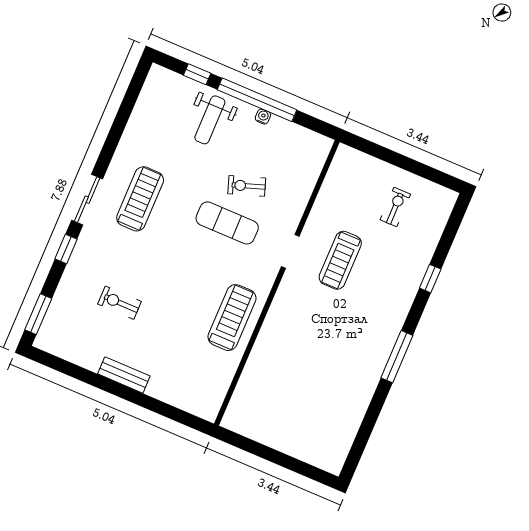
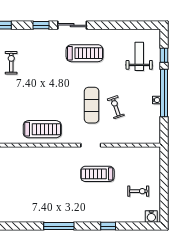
weight bench: (210, 120) -> (139, 56), moved, turned 90
water cooler: (444, 203) -> (151, 216), added
exercise bike: (120, 303) -> (11, 63), moved

